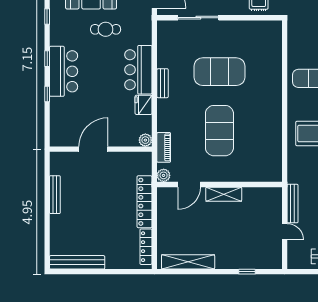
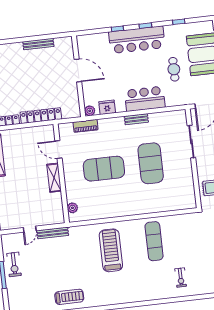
bar counter: (64, 71) -> (137, 40), width x1.36
fridge: (144, 105) -> (107, 107), moved
plant: (164, 175) -> (72, 208), moved

